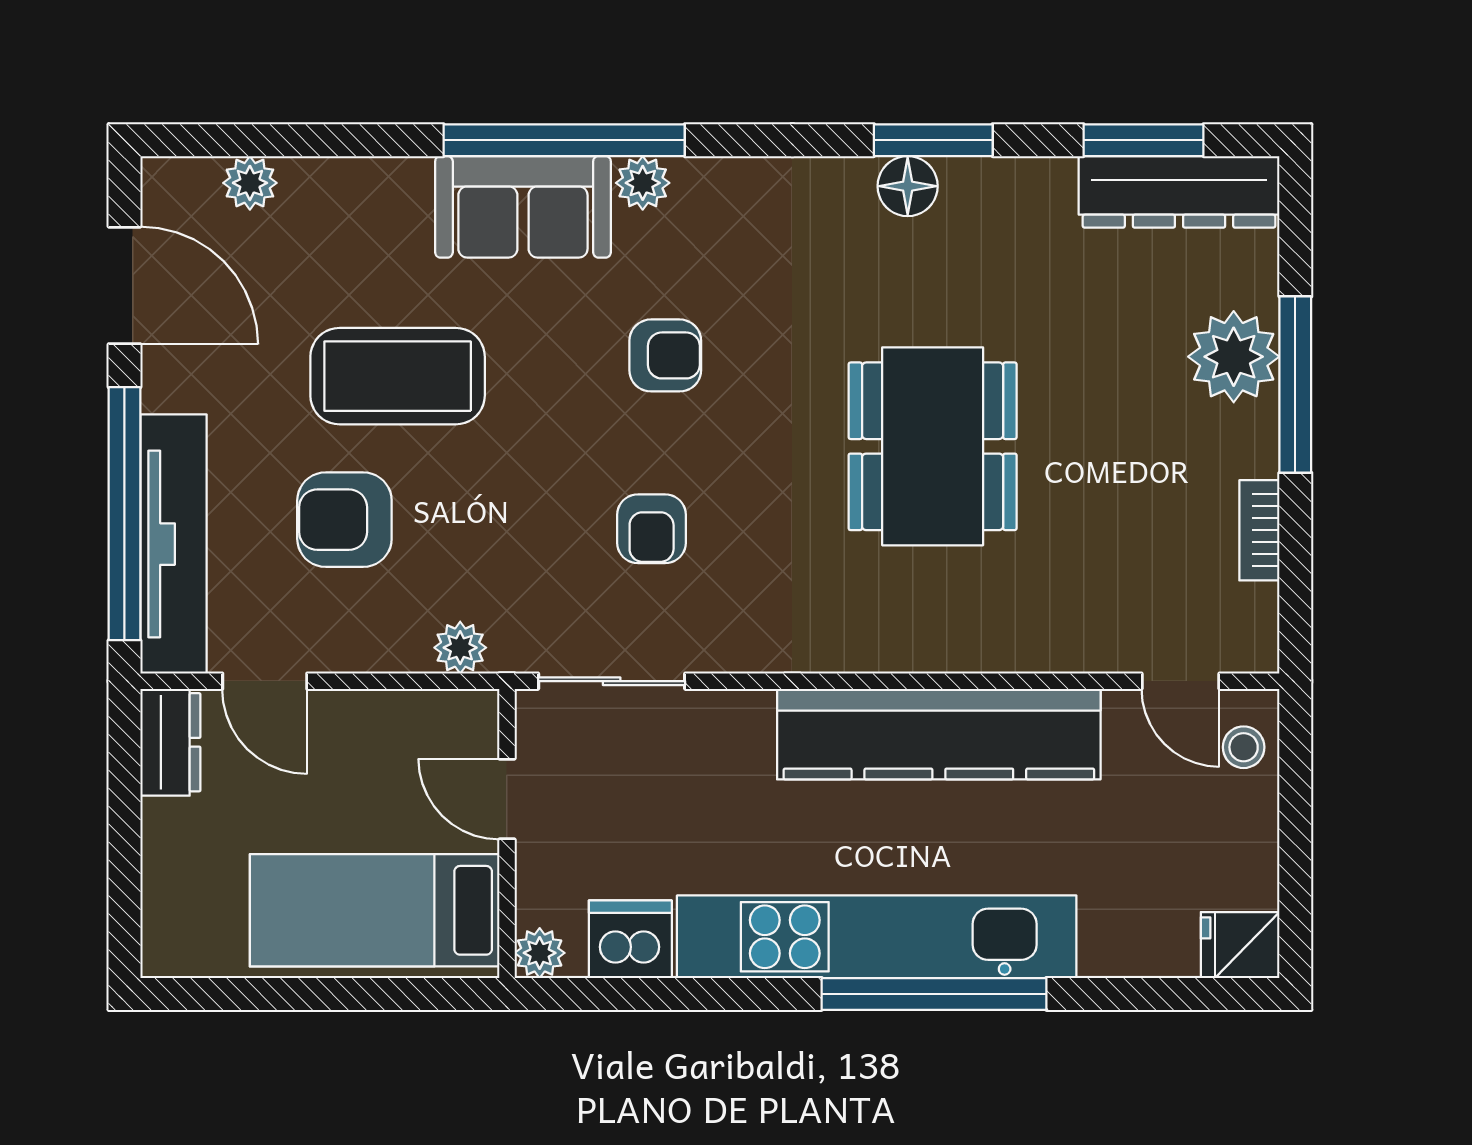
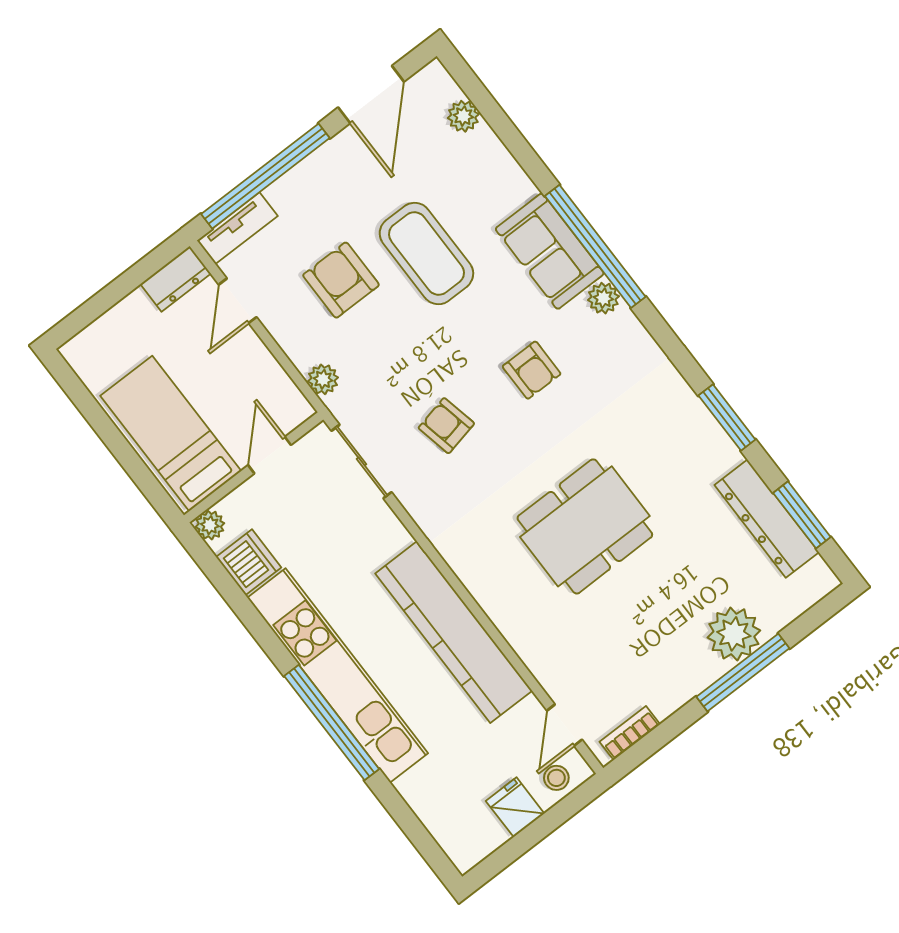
floor lamp: (908, 186) -> (697, 422), removed
dresser: (1179, 192) -> (767, 519), moved
armchair: (652, 529) -> (446, 426), turned 78
bookcase: (1259, 530) -> (630, 733), moved
tv unit: (174, 544) -> (237, 228), width x0.52, depth x0.78
fridge: (1240, 945) -> (515, 807), moved

